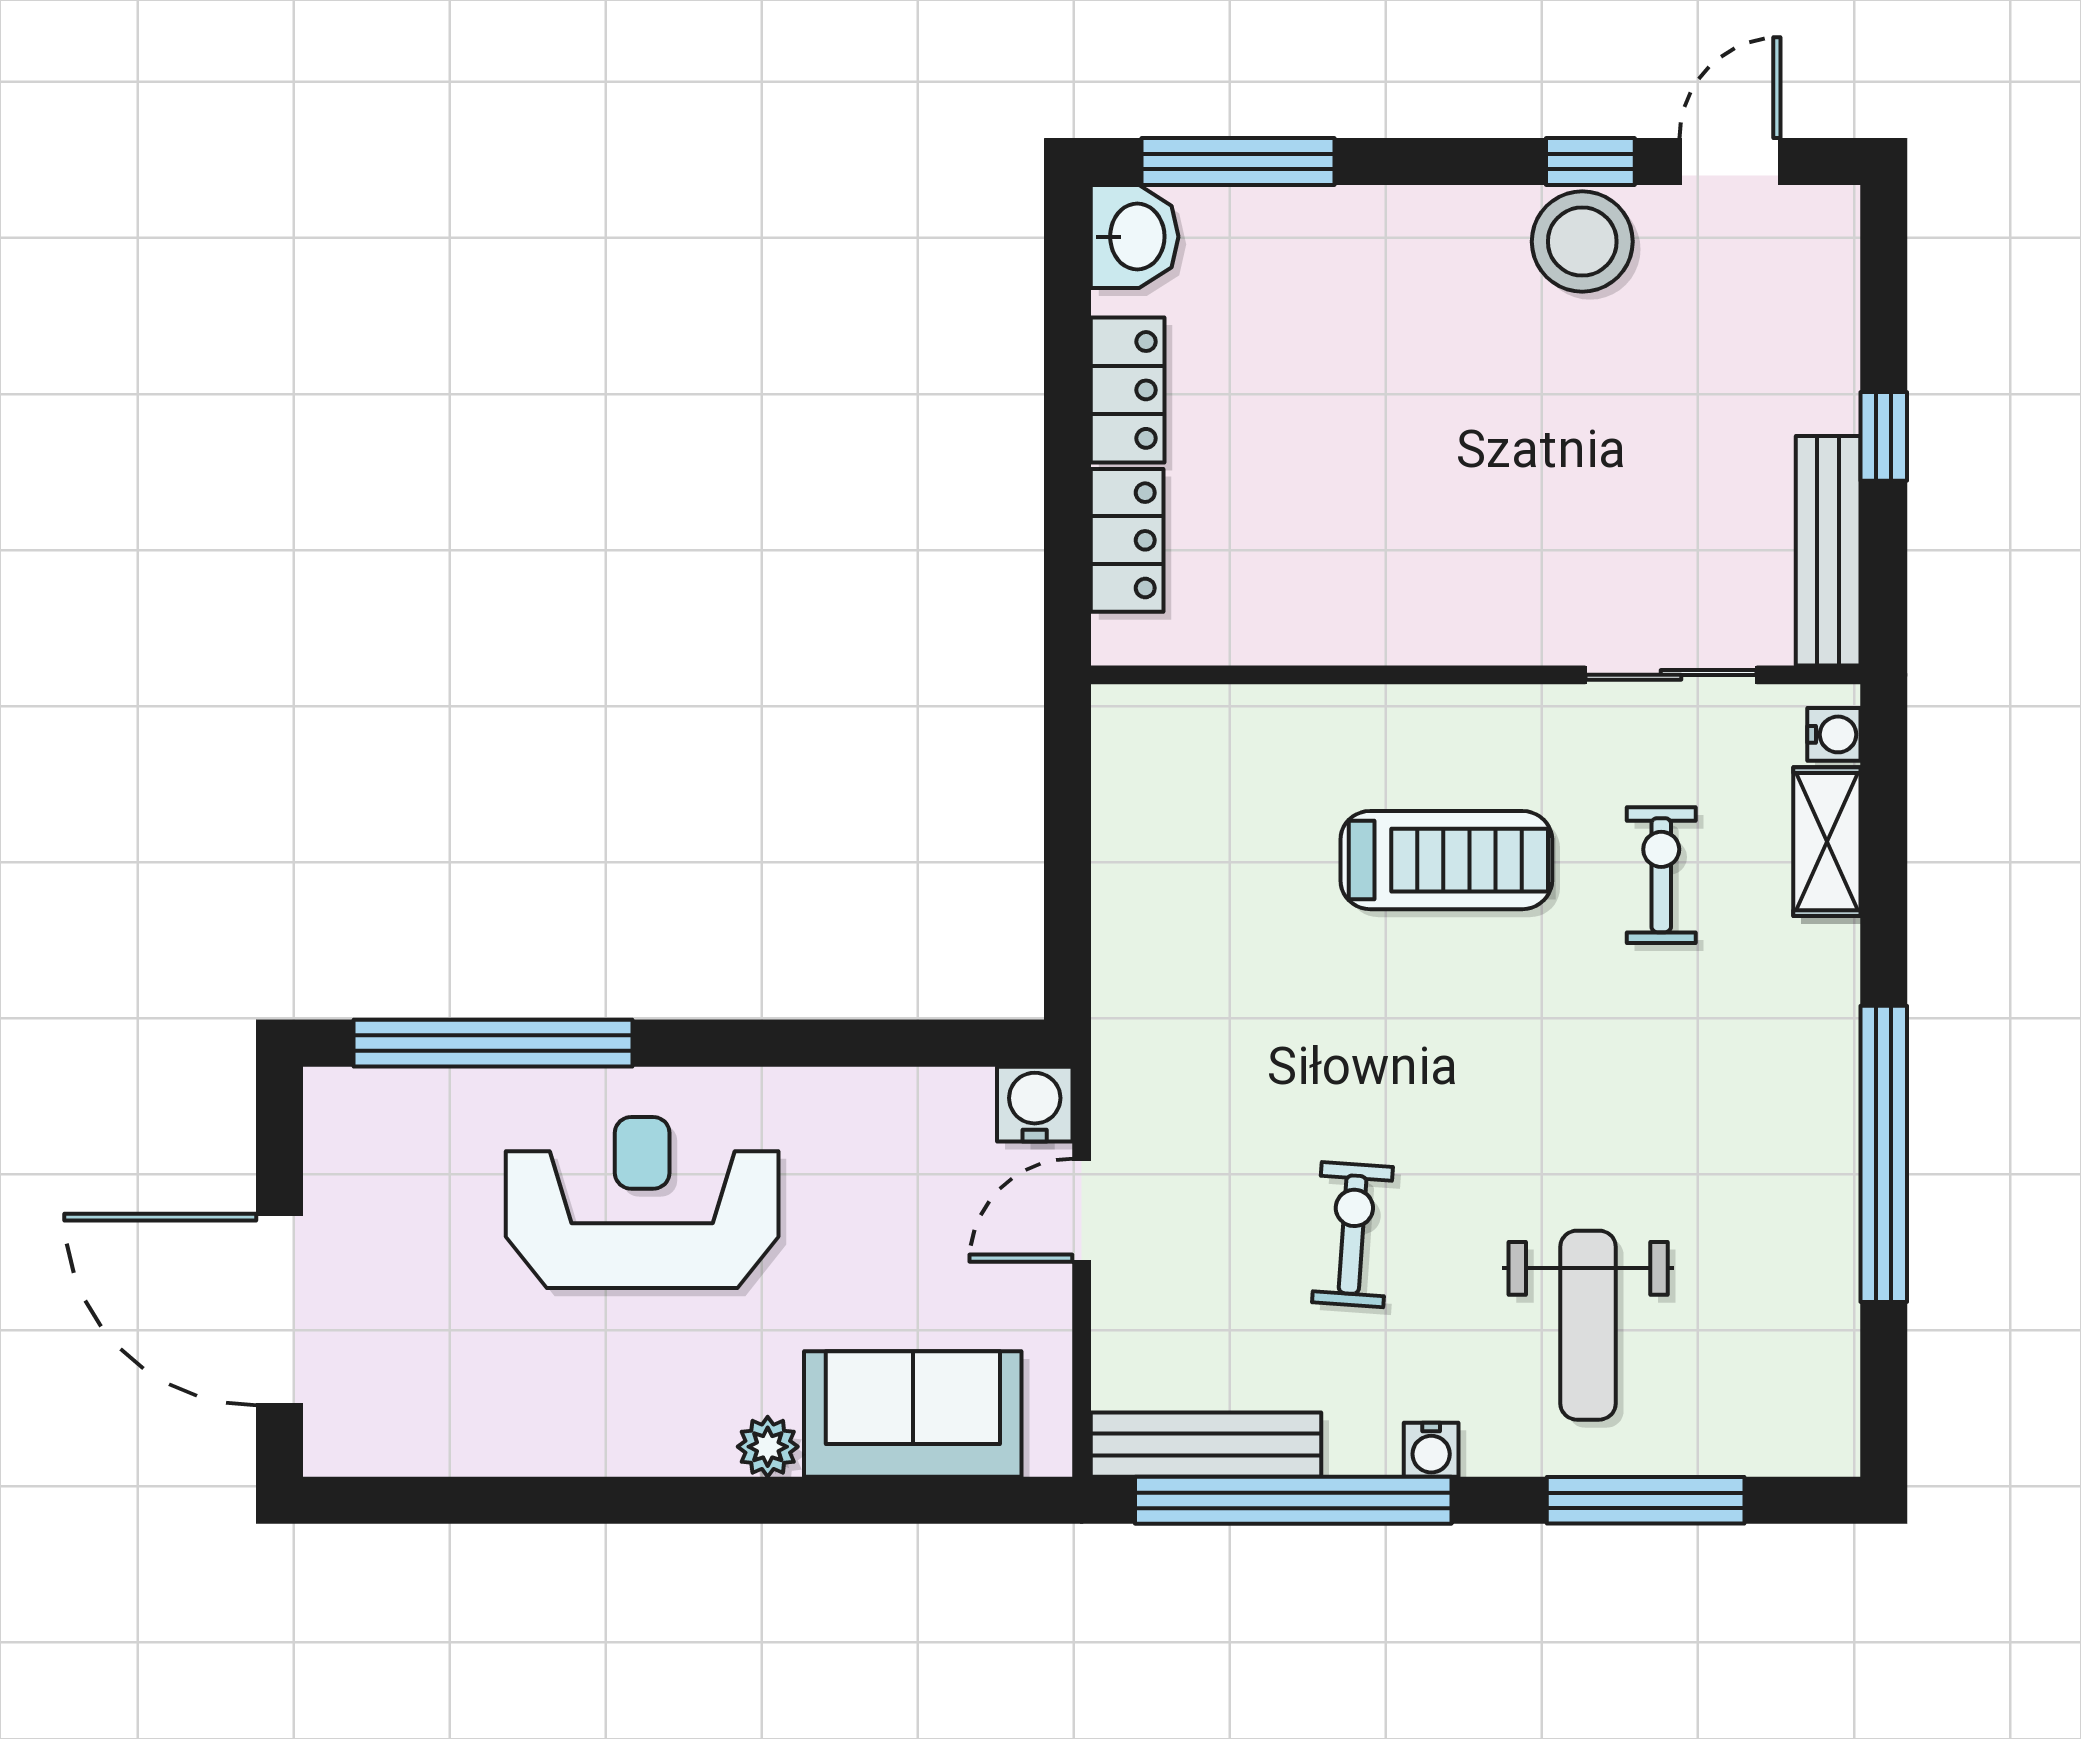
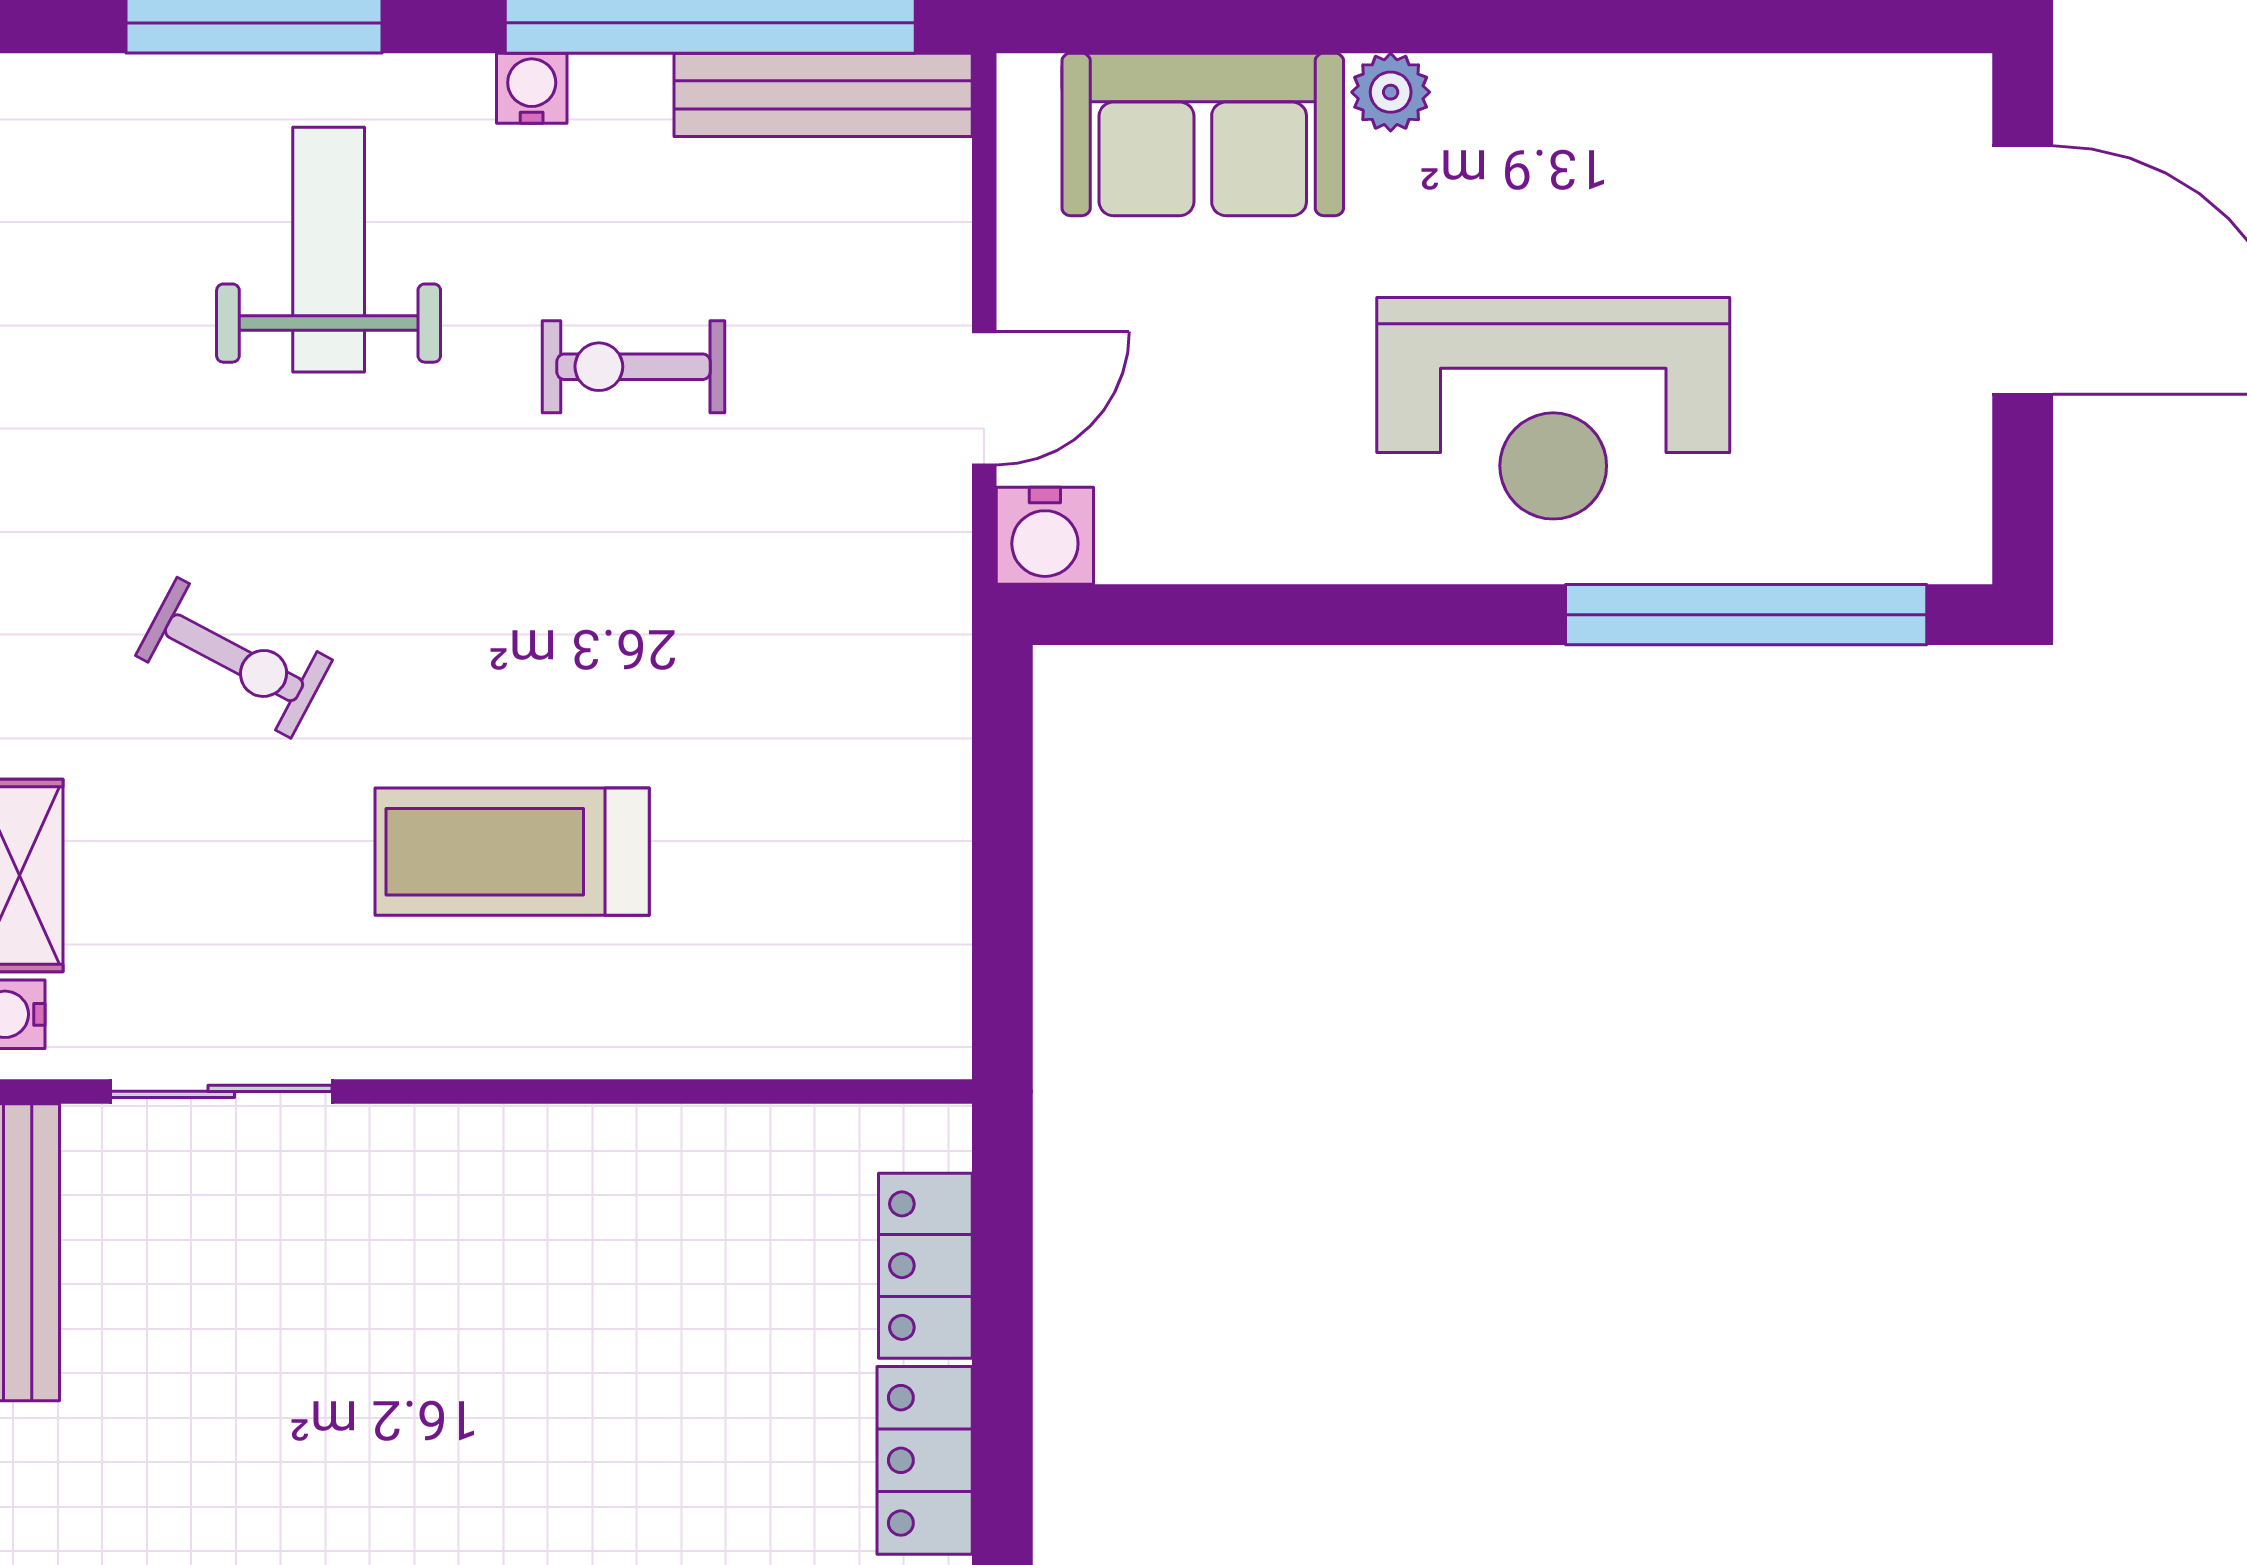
exercise bike: (1661, 875) -> (234, 658), moved, turned -62
exercise bike: (1353, 1235) -> (633, 367), turned 86

